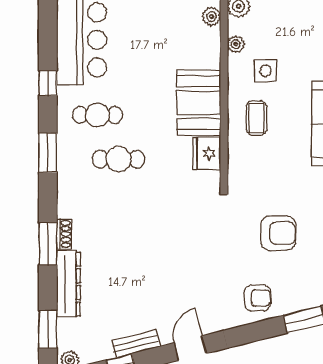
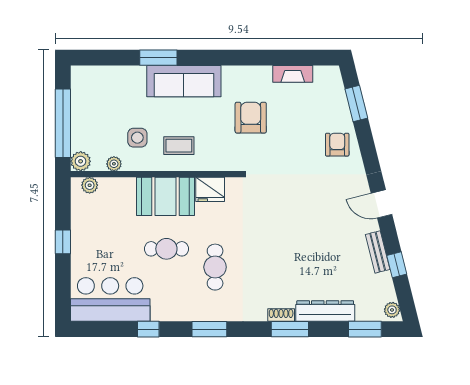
cafe table: (97, 115) -> (166, 249), moved, turned 90
armchair: (278, 233) -> (251, 118), moved

